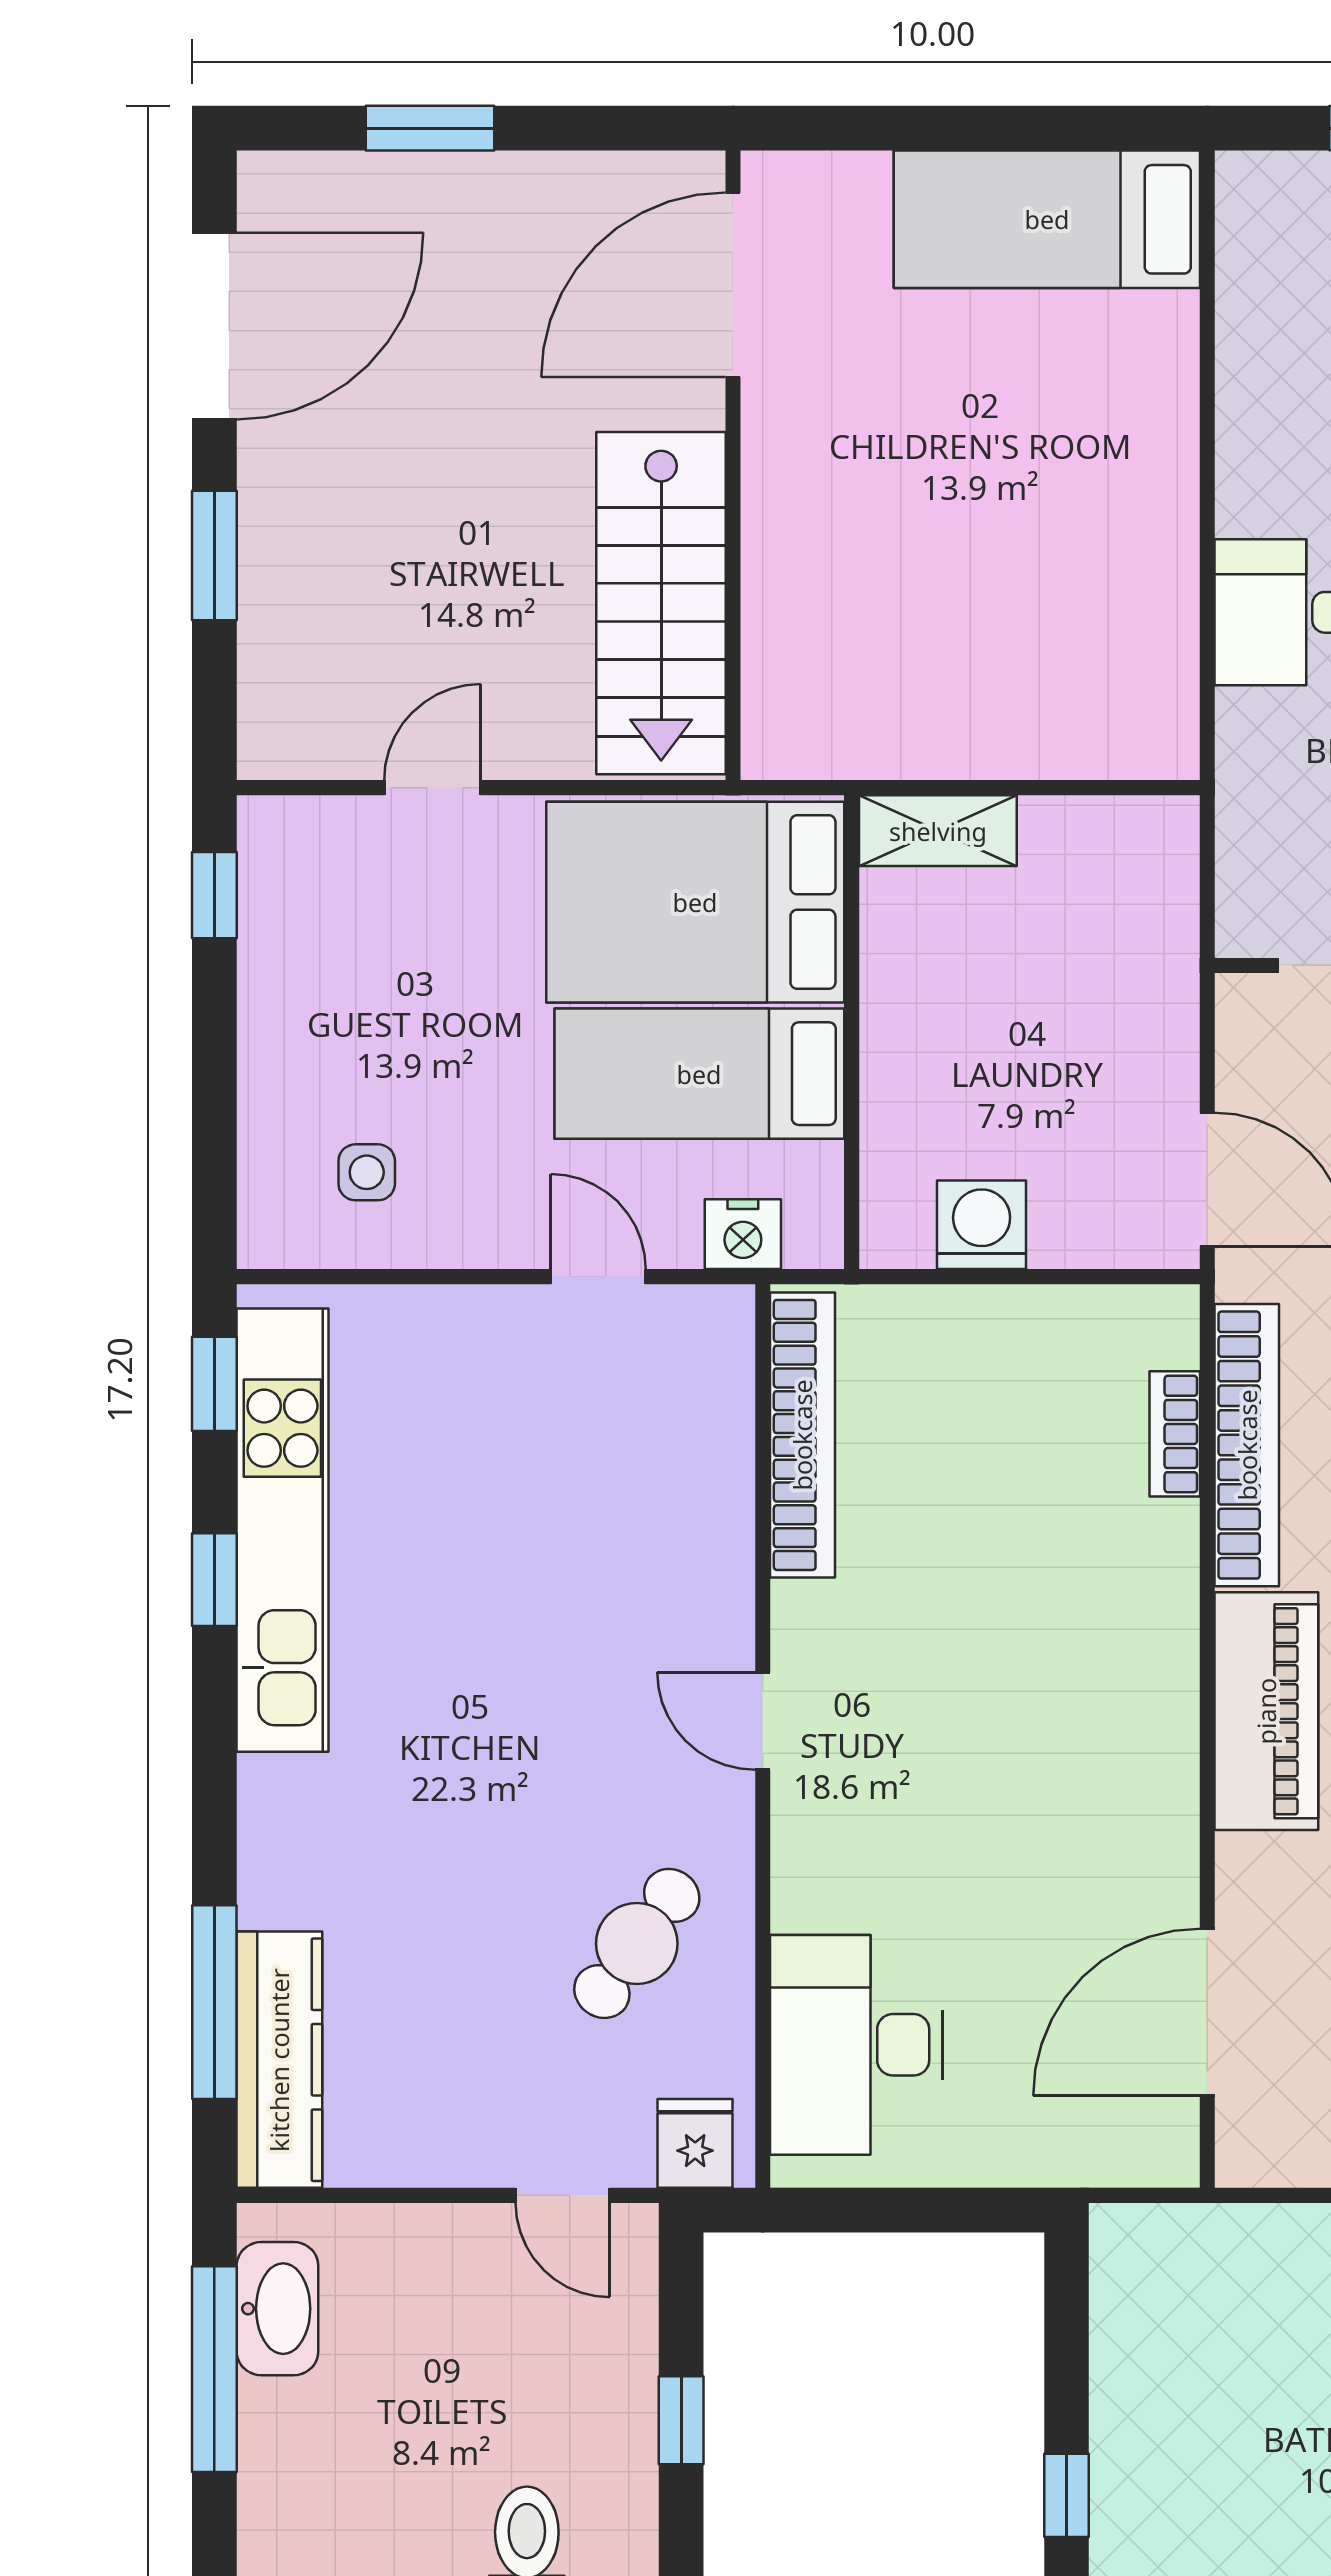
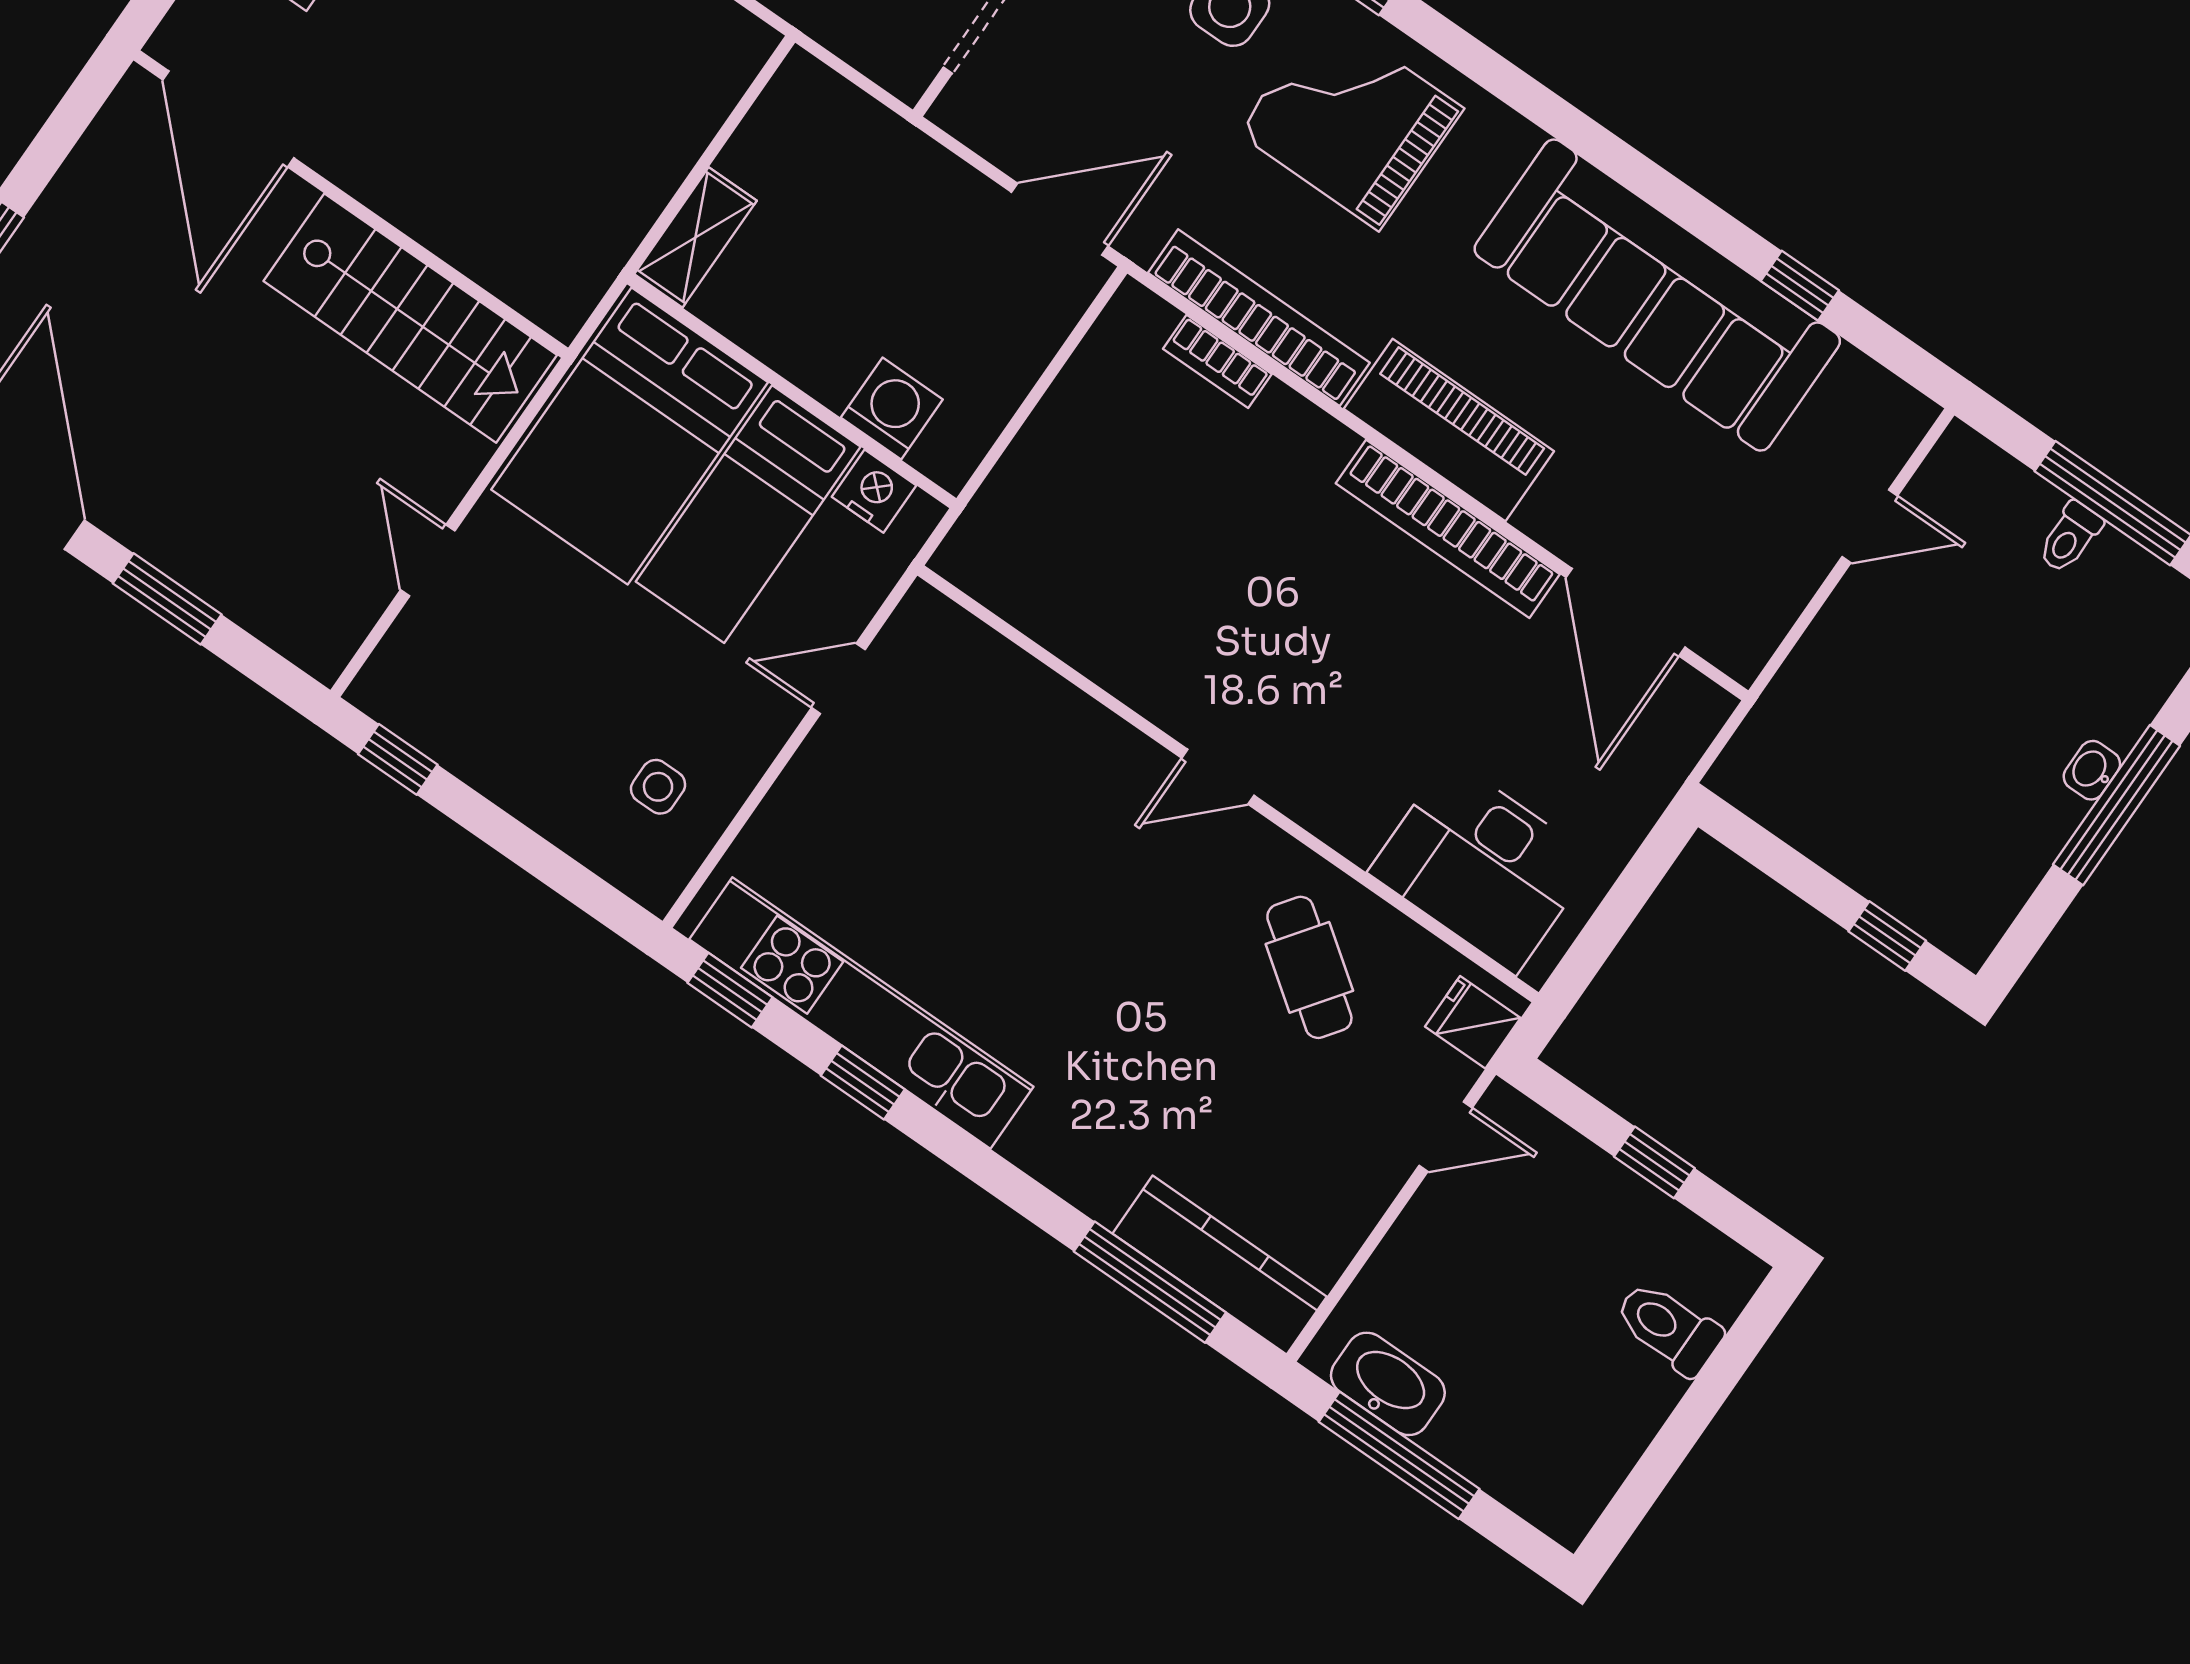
washing machine: (982, 1225) -> (892, 409), moved, turned 90
nightstand: (743, 1234) -> (874, 491), moved, turned -90
bookcase: (802, 1435) -> (1448, 529), moved, turned 180

